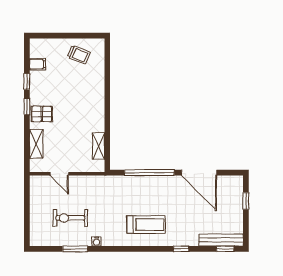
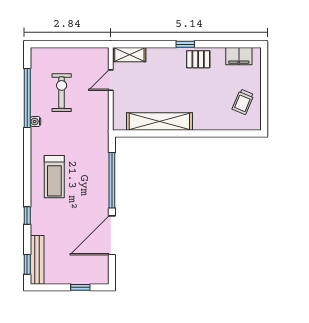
filing cabinet: (37, 64) -> (239, 56), width x2.00
window: (27, 81) -> (213, 44), removed
pallet: (42, 114) -> (198, 59), moved, turned 90
shelving: (36, 144) -> (129, 55), moved
shelving: (98, 146) -> (159, 122), width x2.20, depth x1.33
window: (75, 249) -> (27, 98), width x2.11

